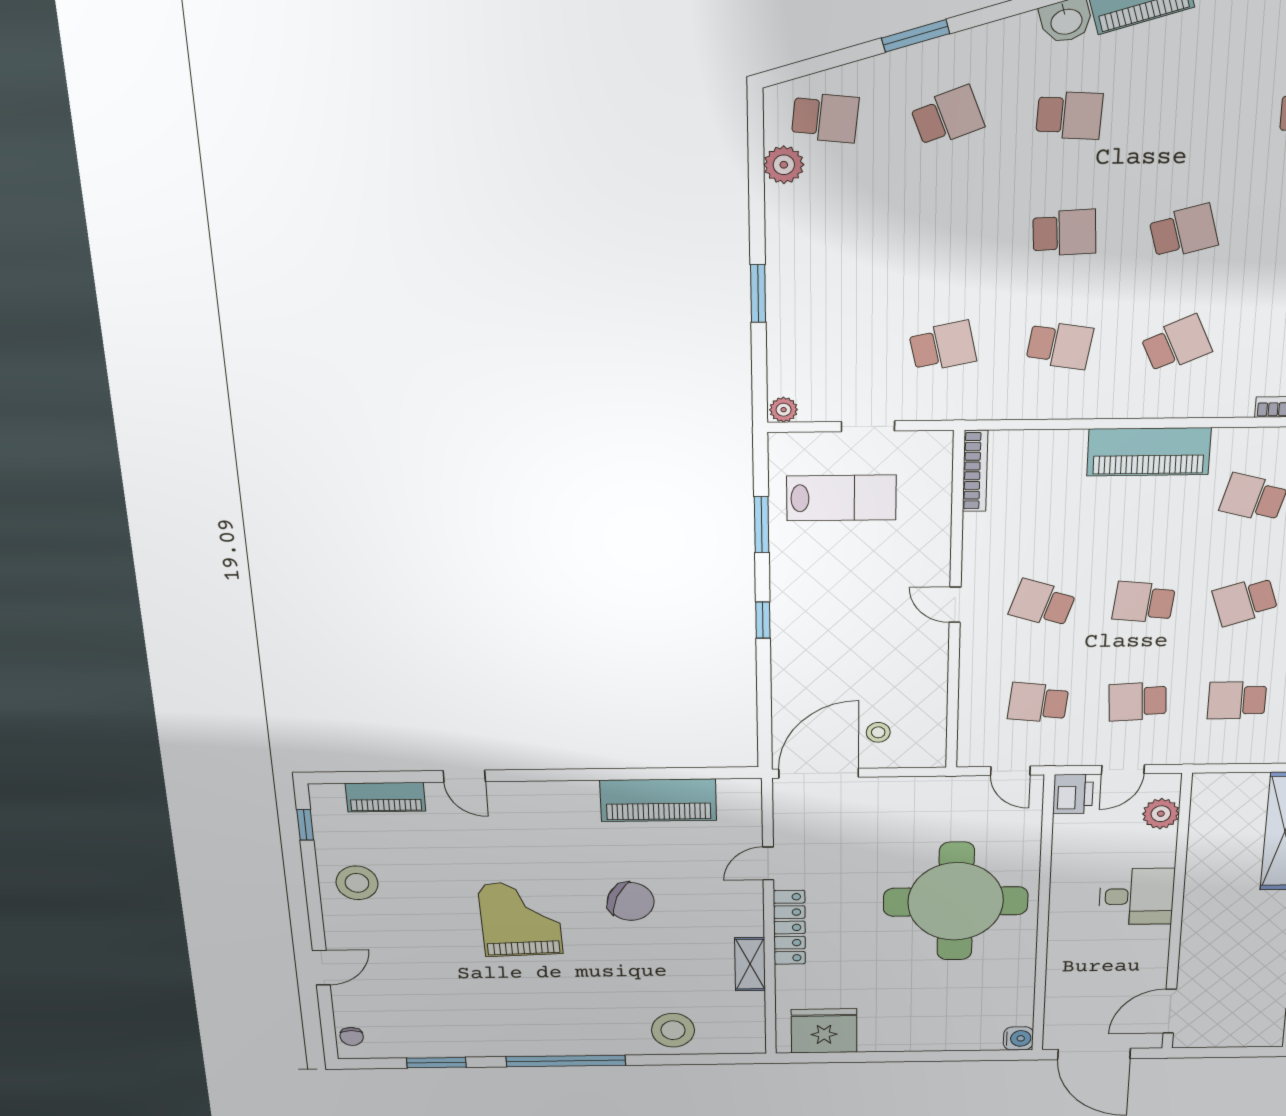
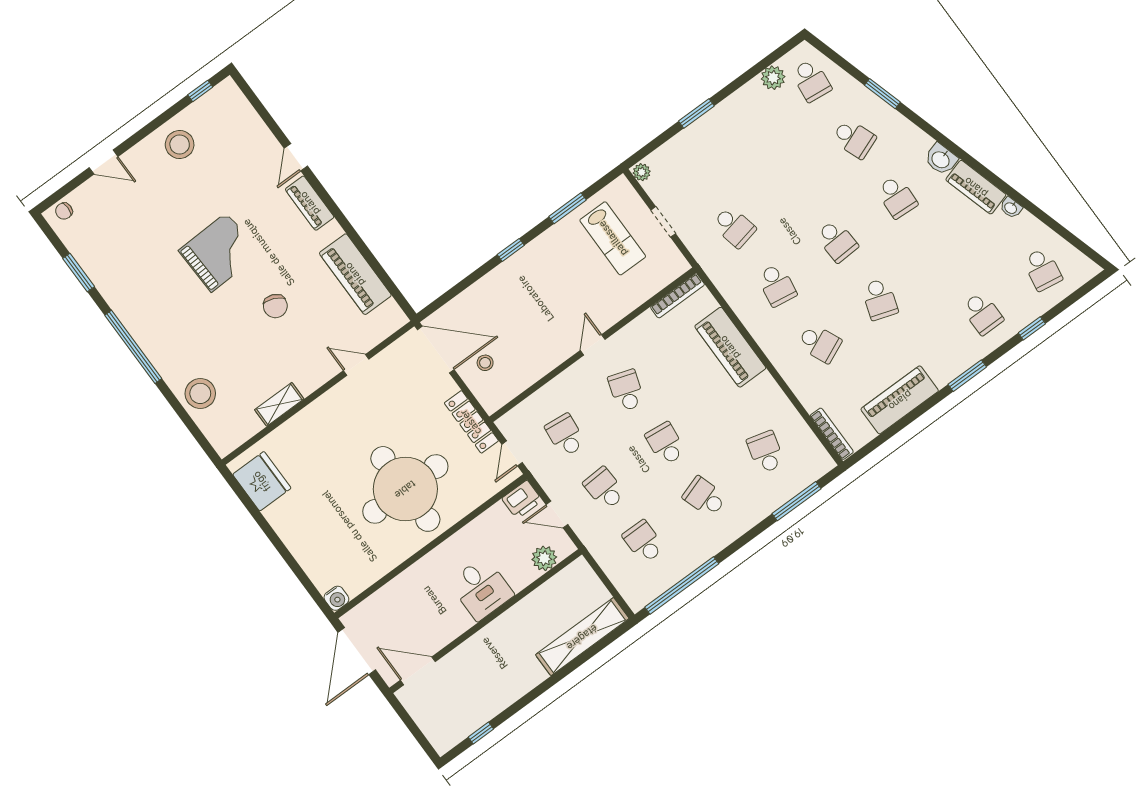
school desk: (1184, 232) -> (880, 299), turned 33
piano: (1149, 452) -> (730, 347), moved
piano: (385, 797) -> (310, 203), moved
chair: (631, 901) -> (275, 306), width x0.73, depth x0.73
locker: (789, 928) -> (471, 422), moved, turned 90

